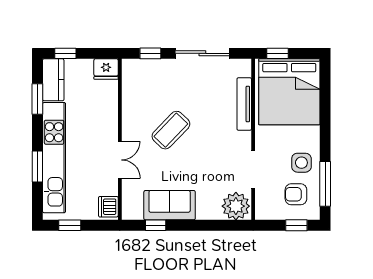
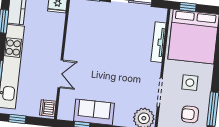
coffee table: (171, 130) -> (101, 56), removed
side table: (301, 163) -> (190, 83), moved

